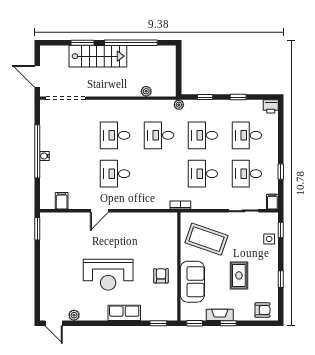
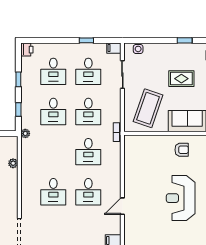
desk: (159, 135) -> (88, 152), moved
door: (99, 211) -> (122, 206), swing flipped
window: (281, 230) -> (140, 40), removed
side table: (269, 239) -> (138, 49), moved
reception desk: (108, 275) -> (181, 198), turned 180
armchair: (161, 276) -> (182, 150), turned 180

